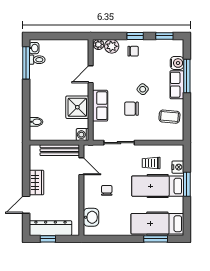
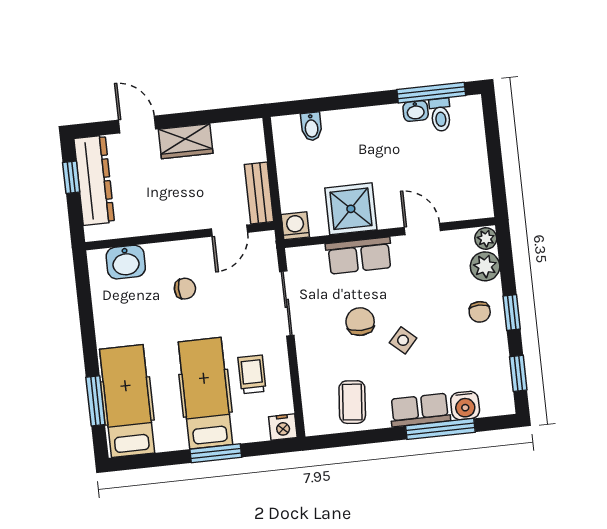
washbasin: (34, 48) -> (416, 111), moved
bench: (60, 150) -> (259, 193), width x0.73
nightstand: (178, 167) -> (283, 427), moved

